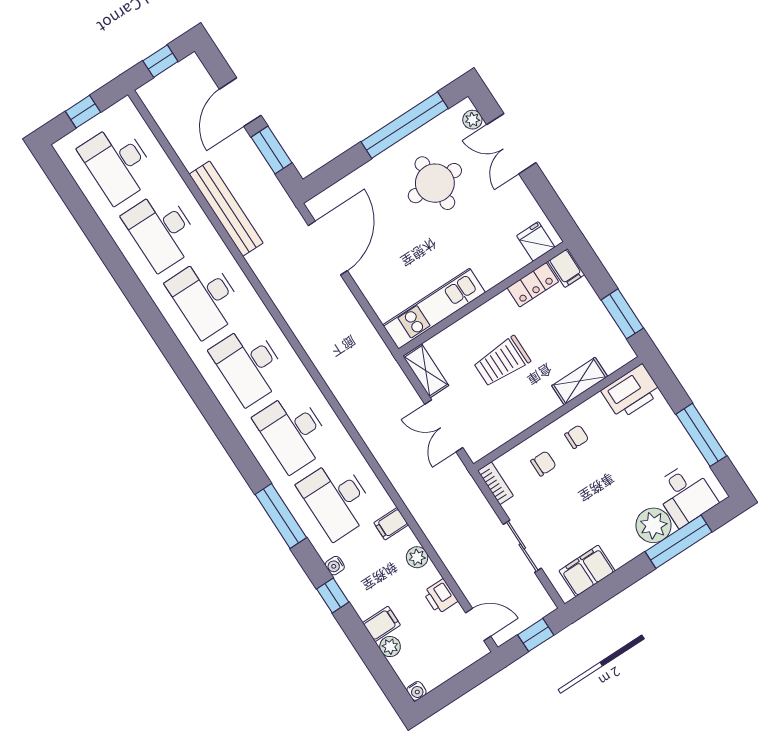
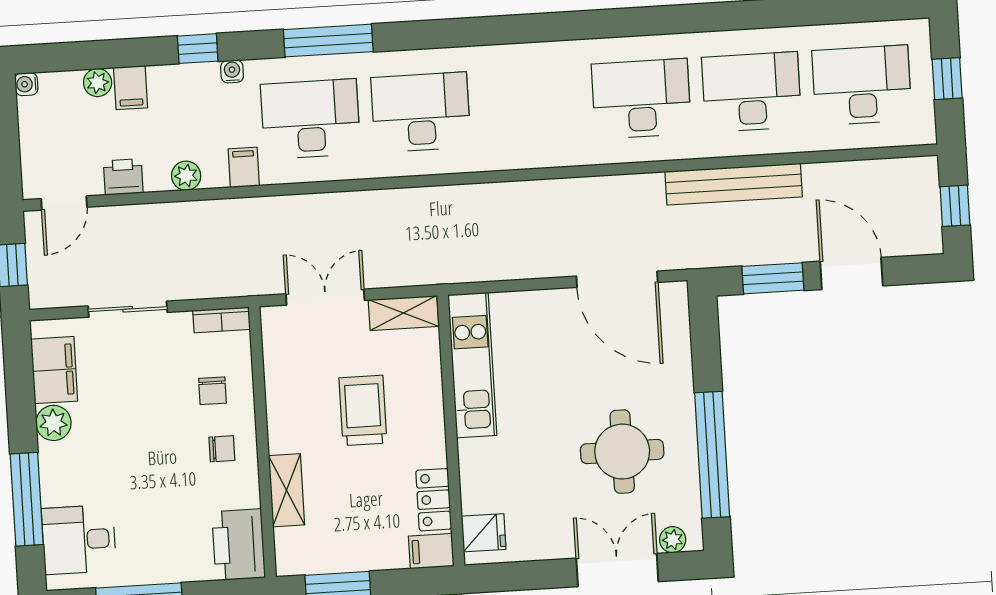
desk: (249, 365) -> (531, 106), removed
chair: (577, 437) -> (222, 449), turned -90
plant: (654, 525) -> (53, 423), moved, width x0.73, depth x0.73

